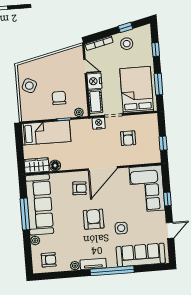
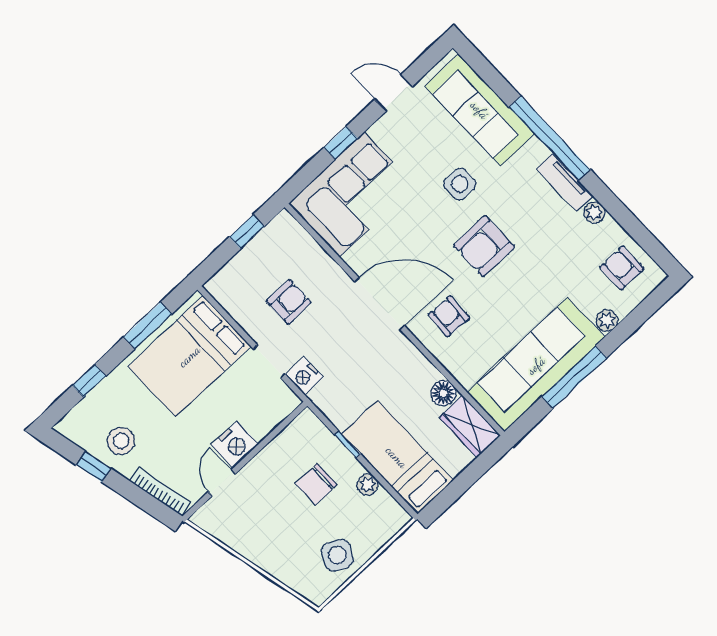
cot: (95, 101) -> (270, 413), removed
plant: (79, 112) -> (367, 485), moved

